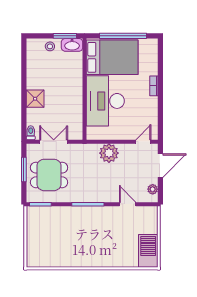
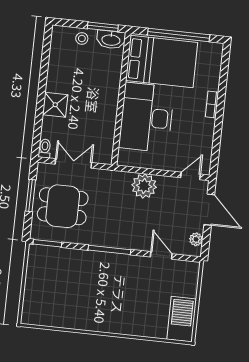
door: (160, 166) -> (209, 210), hinge flipped

